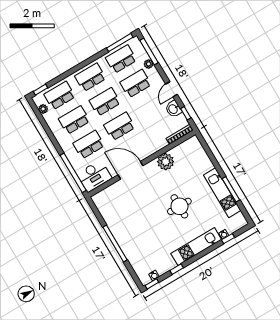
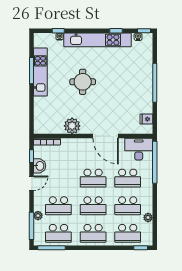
plant: (43, 109) -> (148, 218), moved
fridge: (103, 207) -> (146, 119), added
kitchen unit: (196, 247) -> (98, 40), width x1.36

